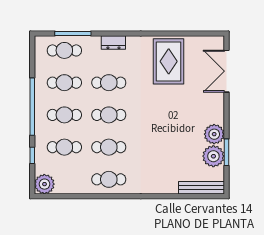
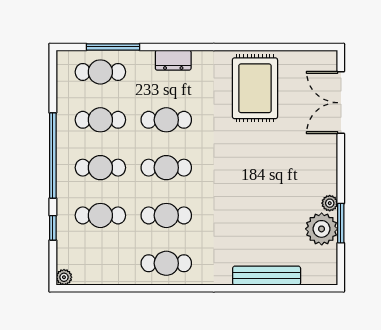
plant: (214, 134) -> (330, 203), width x0.53, depth x0.53
plant: (44, 184) -> (64, 277), width x0.53, depth x0.53
bench: (201, 188) -> (267, 276), moved

